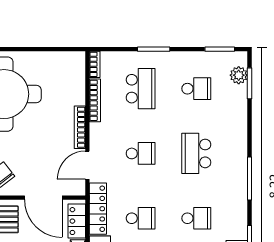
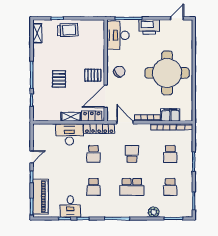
plant: (239, 75) -> (154, 212), moved
filing cabinet: (75, 89) -> (170, 115), added
school desk: (141, 89) -> (170, 154), width x0.54
school desk: (141, 153) -> (132, 154), turned 180
school desk: (196, 153) -> (132, 187), turned 180

